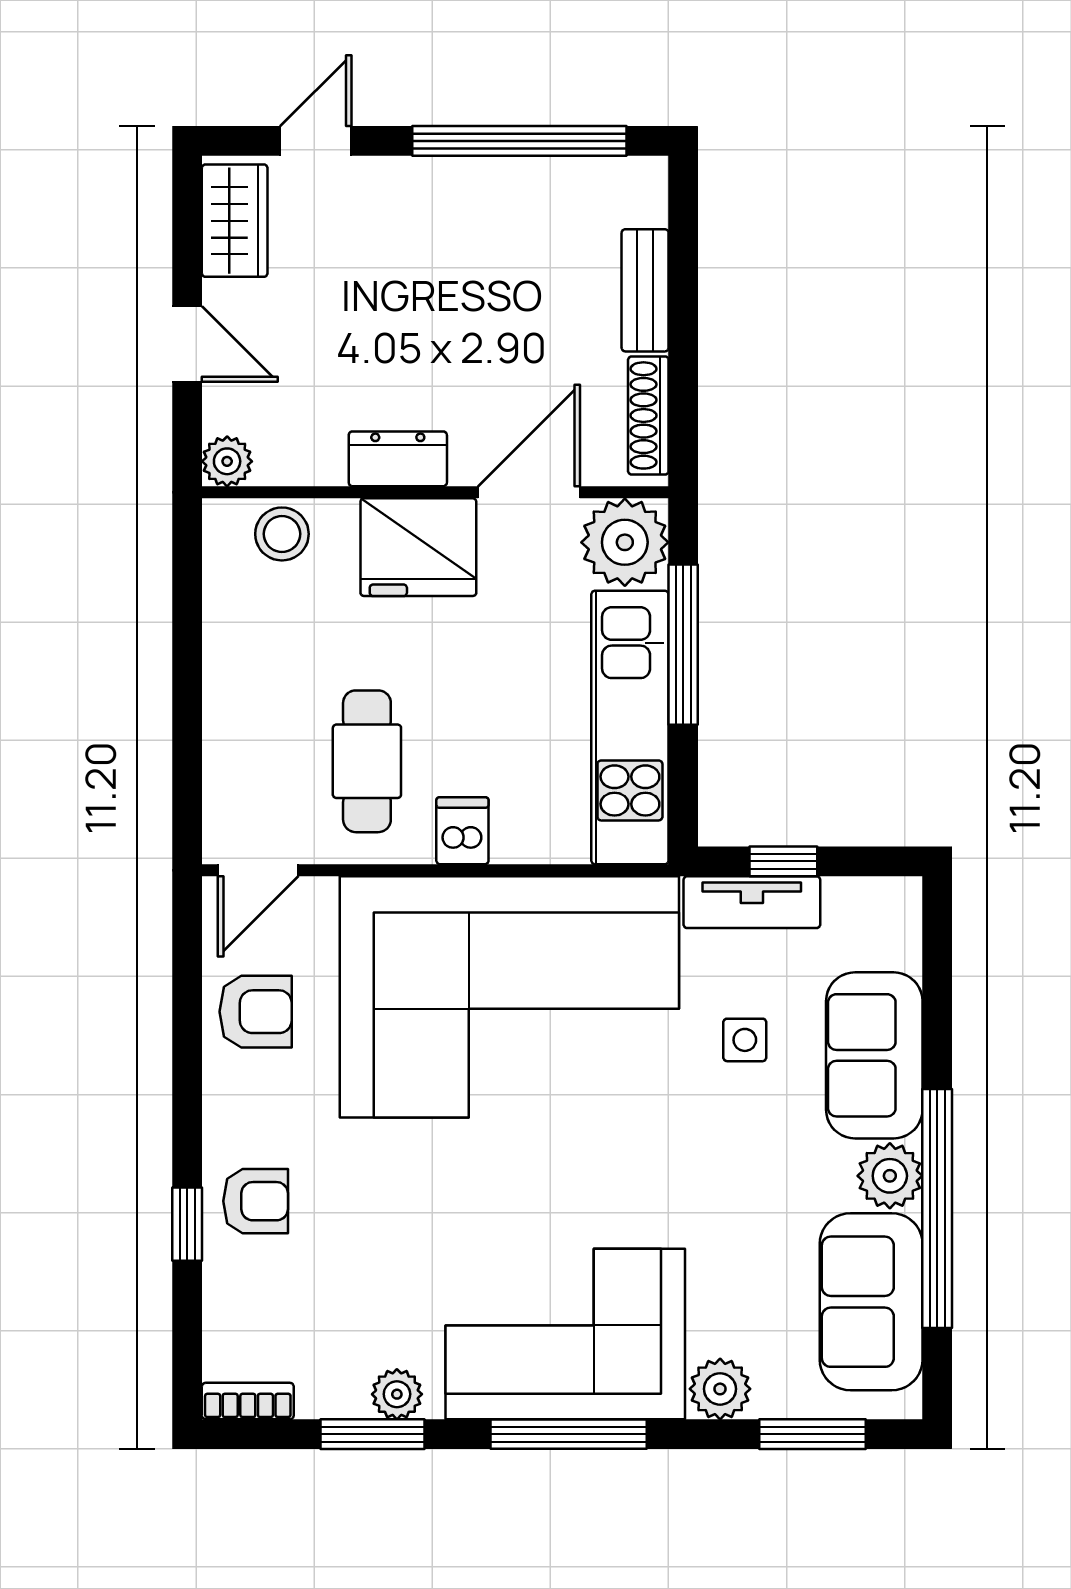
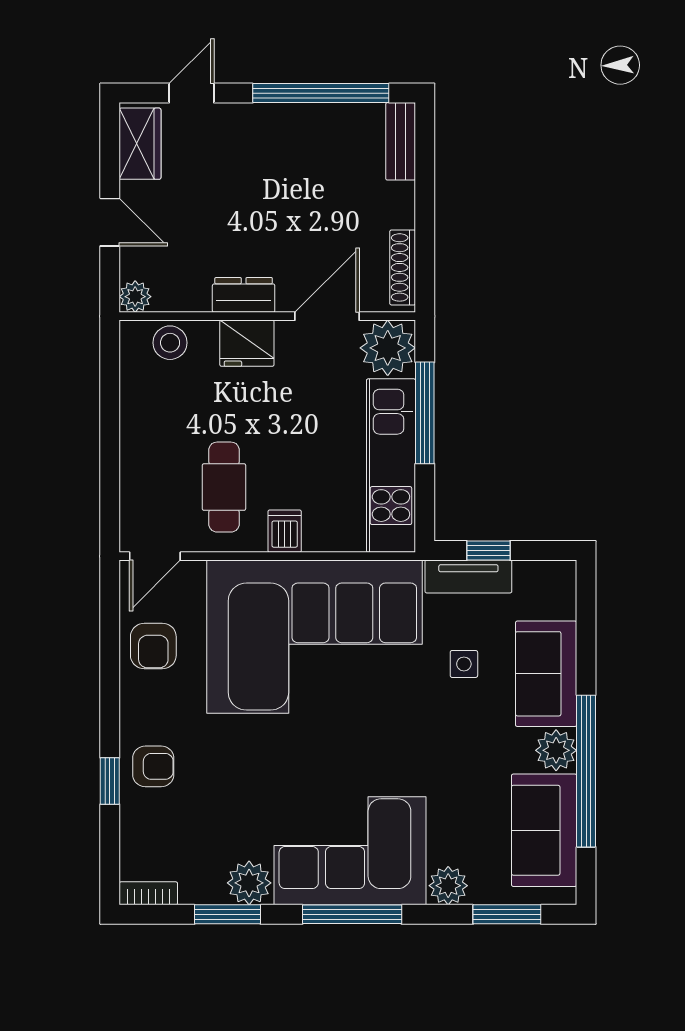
bench: (645, 290) -> (401, 141), moved
fridge: (418, 547) -> (247, 343), width x0.73, depth x0.75
armchair: (256, 1012) -> (153, 646), turned 90
plant: (397, 1394) -> (249, 883), width x1.38, depth x1.38

